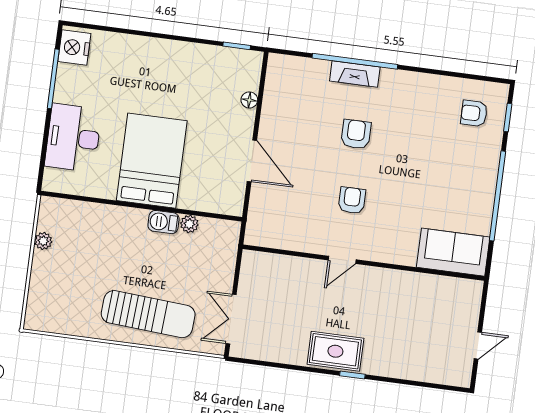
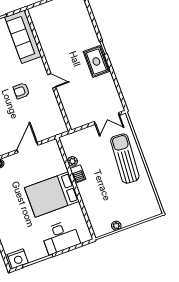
sofa: (453, 252) -> (23, 37), width x1.36

